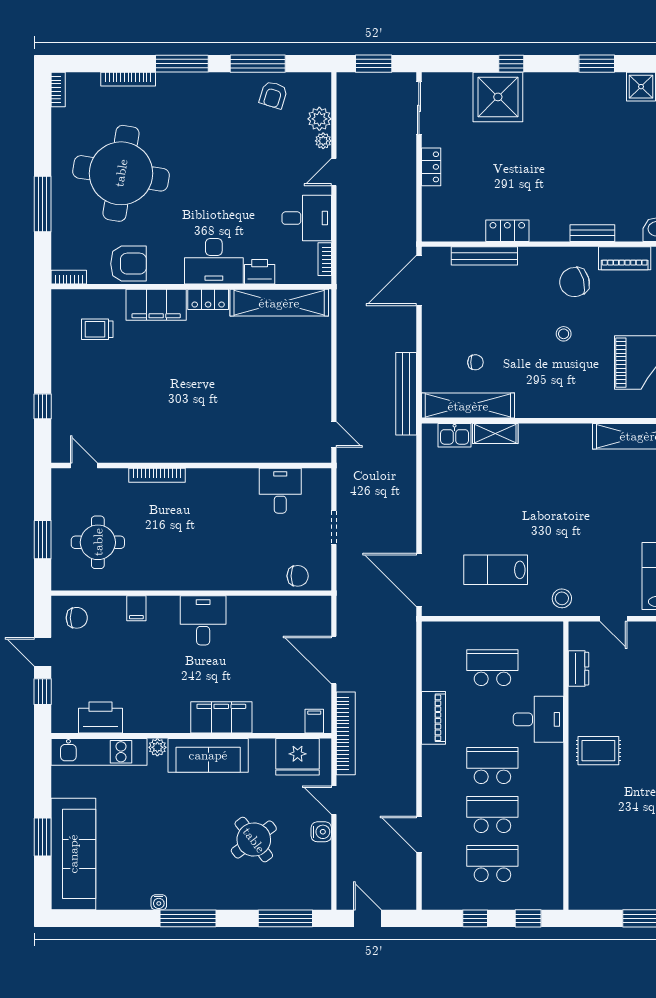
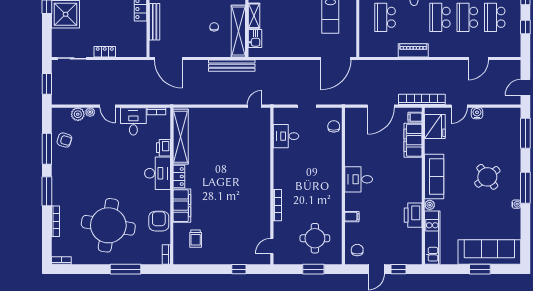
filing cabinet: (221, 717) -> (413, 140), moved
printer: (101, 718) -> (413, 215), moved
round table: (254, 840) -> (487, 177), moved

